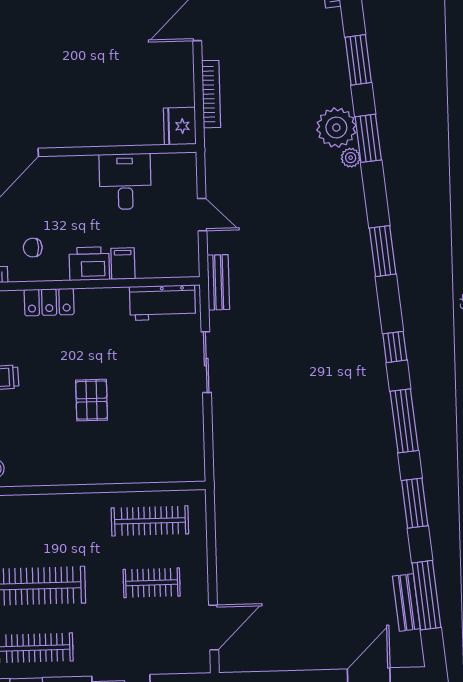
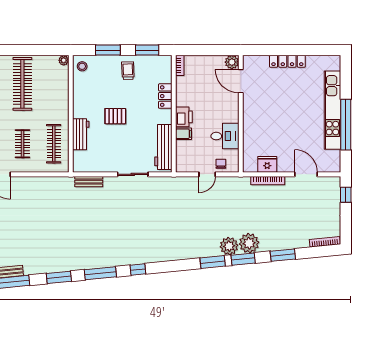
fridge: (180, 126) -> (267, 164), moved
plant: (351, 158) -> (229, 246), width x1.88, depth x1.88
chair: (33, 248) -> (221, 164), moved
window: (383, 251) -> (213, 262), moved
bench: (218, 282) -> (89, 182), moved
workbench: (163, 303) -> (163, 147), width x1.37
workbench: (129, 468) -> (81, 134), added

